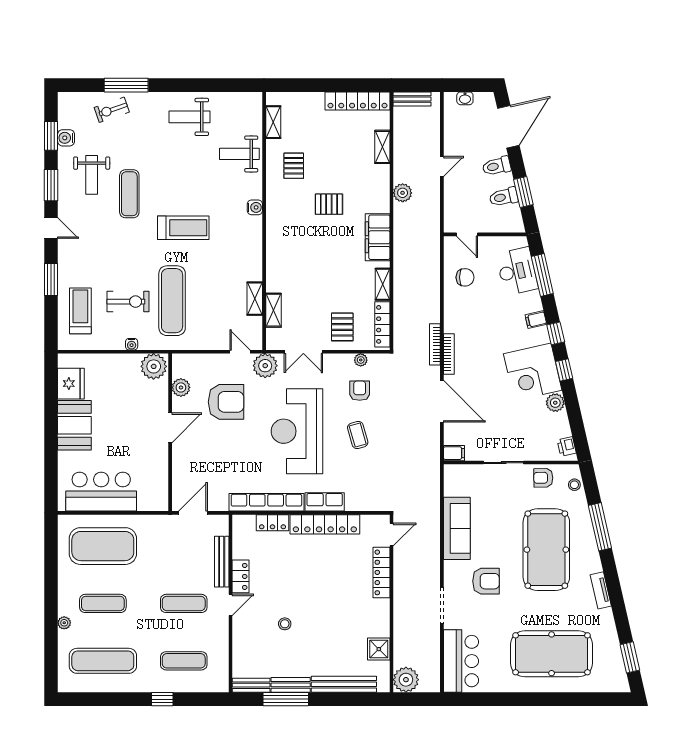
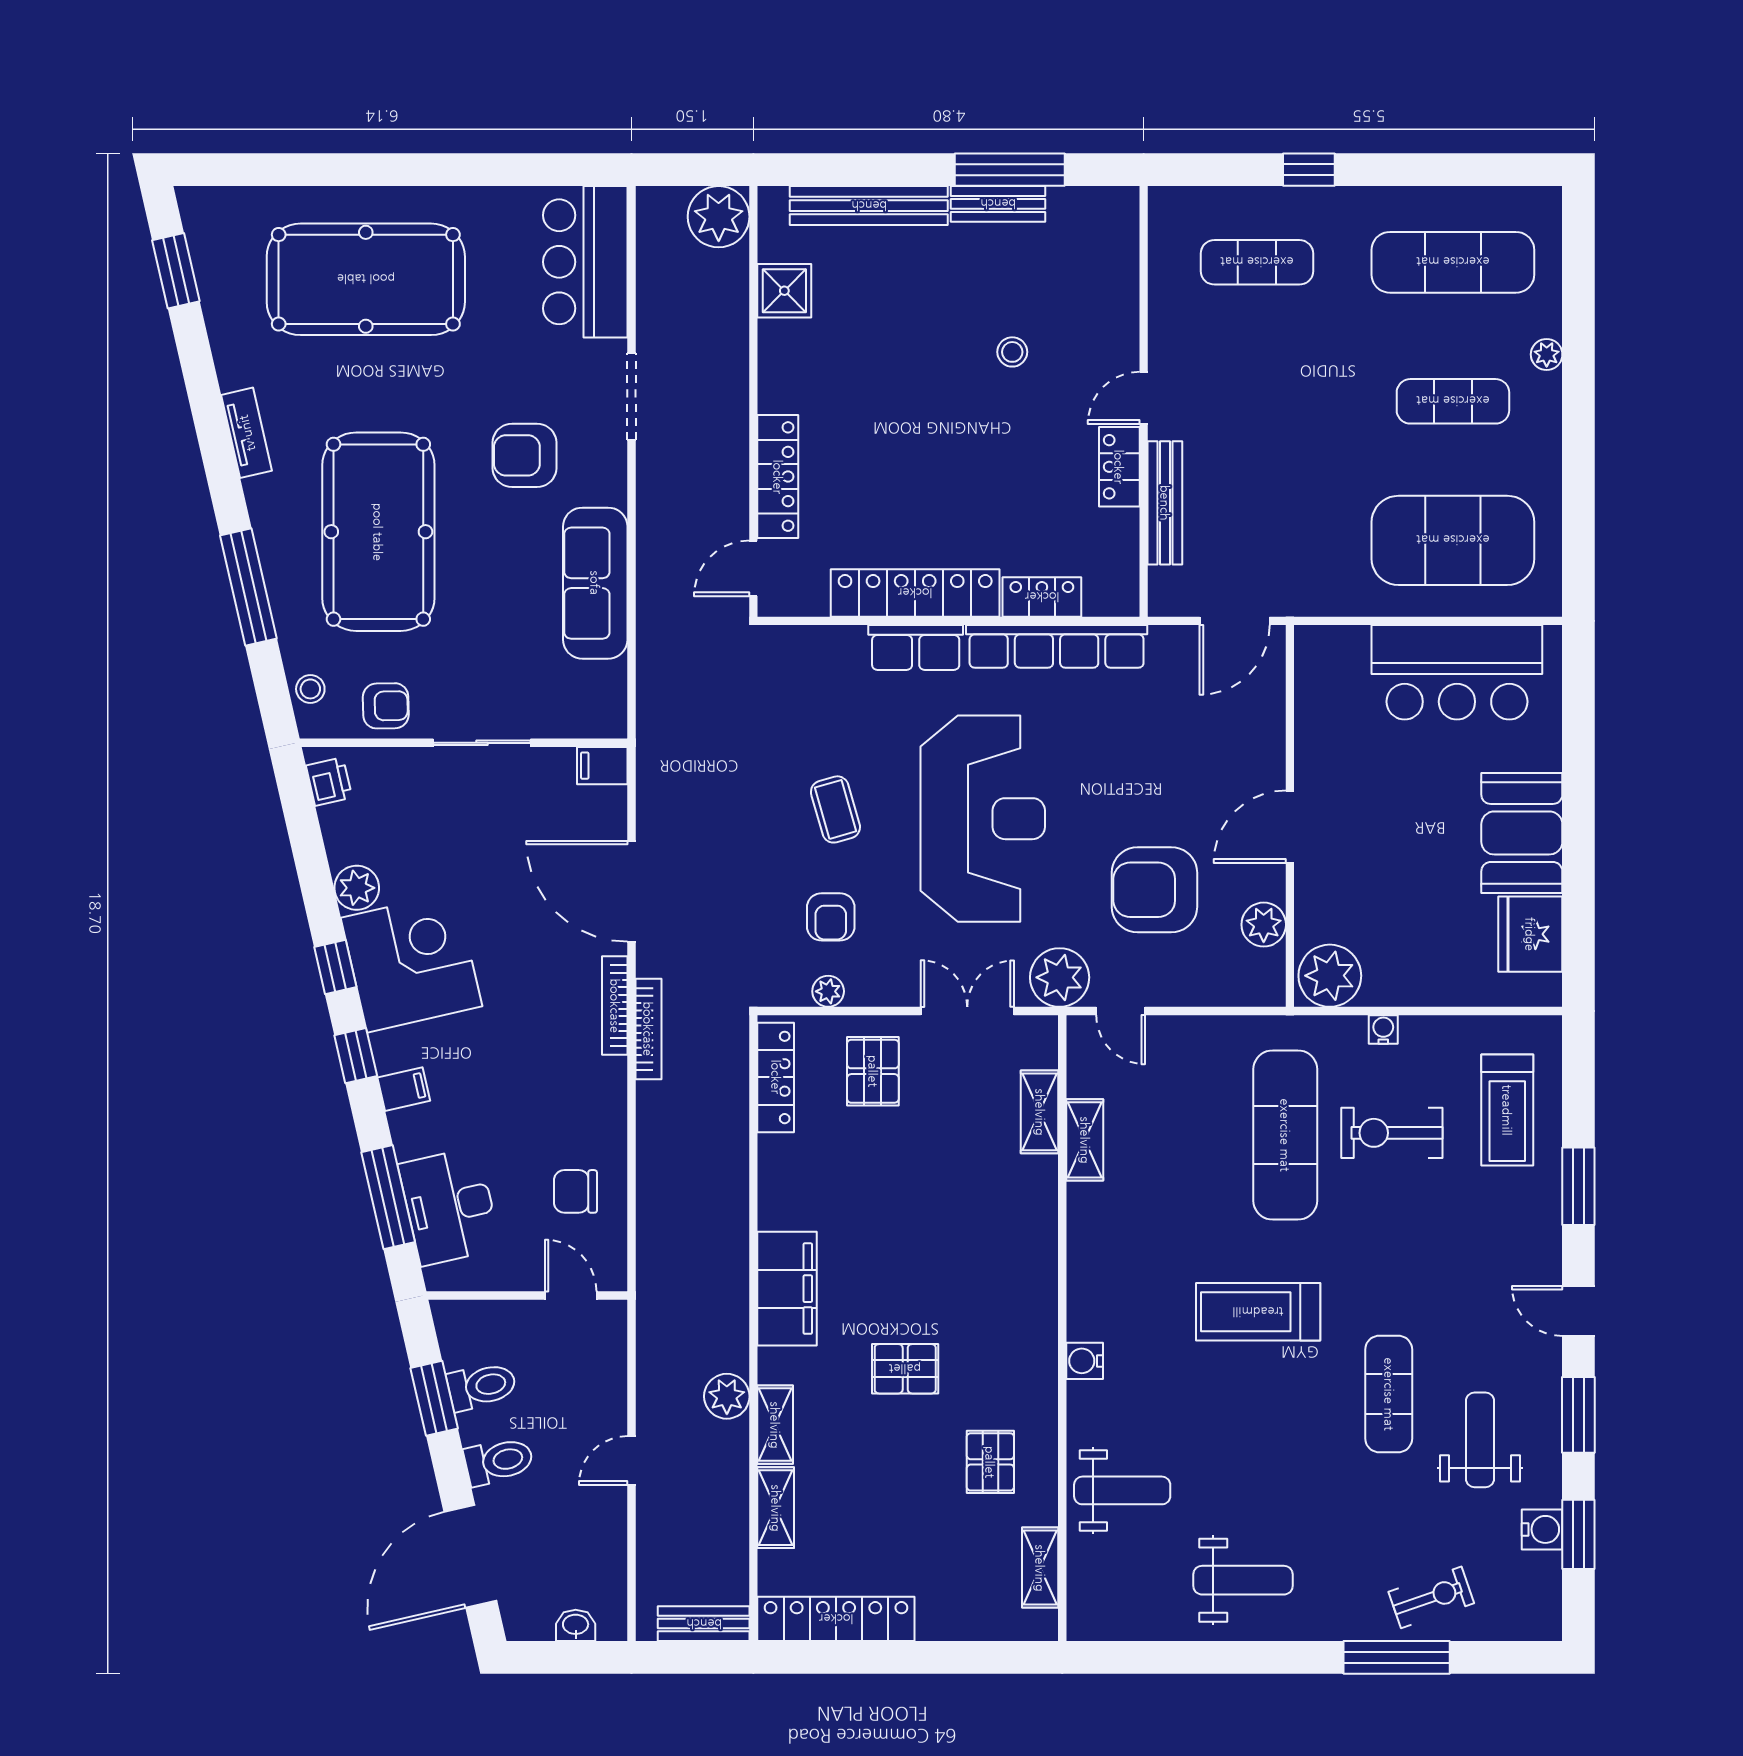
shelving: (383, 284) -> (775, 1425), moved
exercise mat: (184, 603) -> (1257, 401), removed
bench: (251, 685) -> (1094, 203), removed

